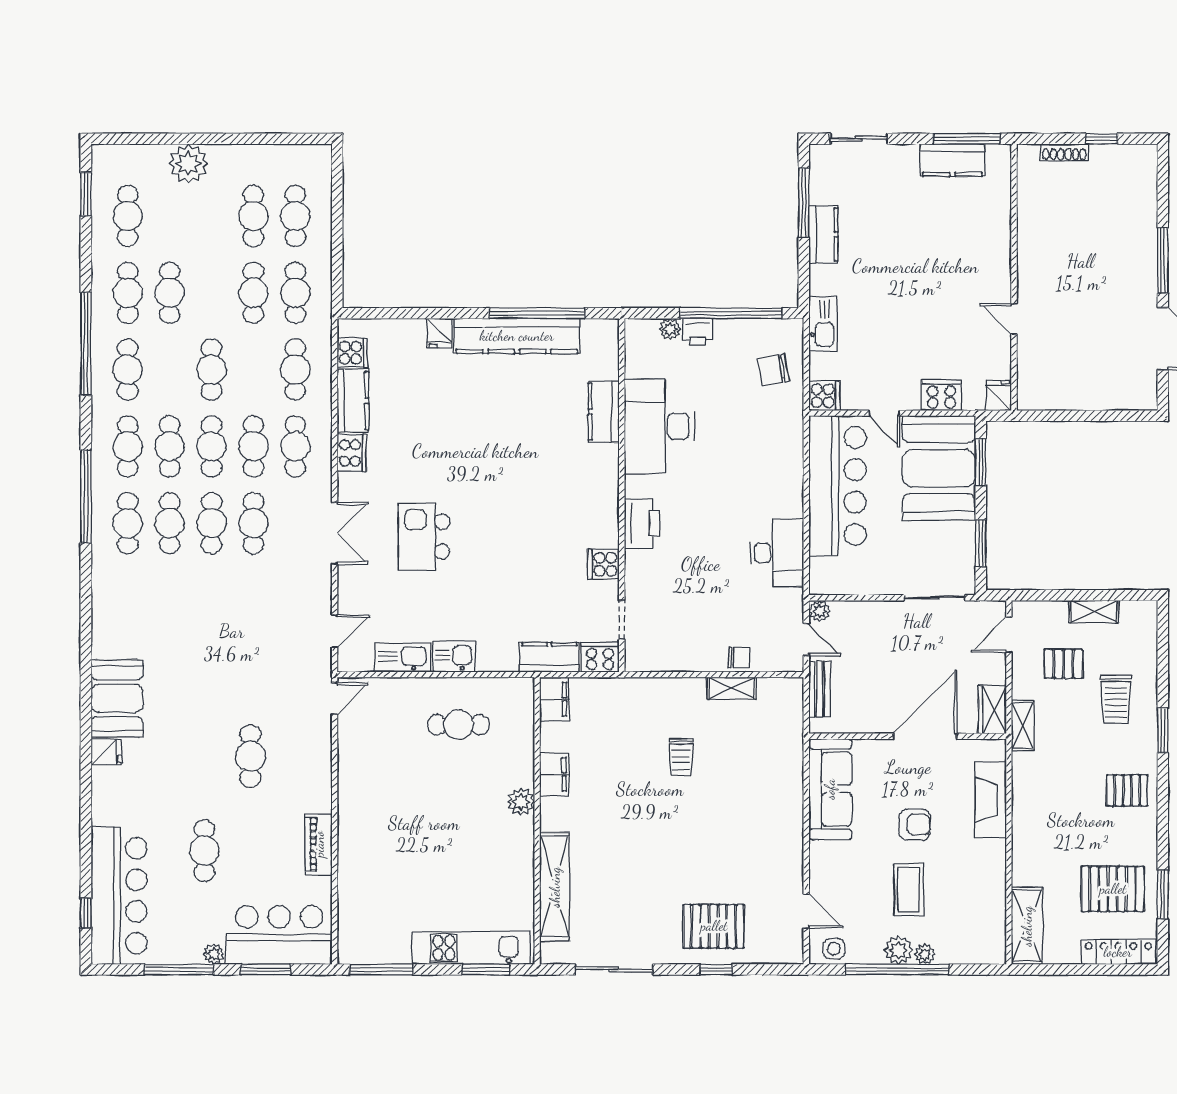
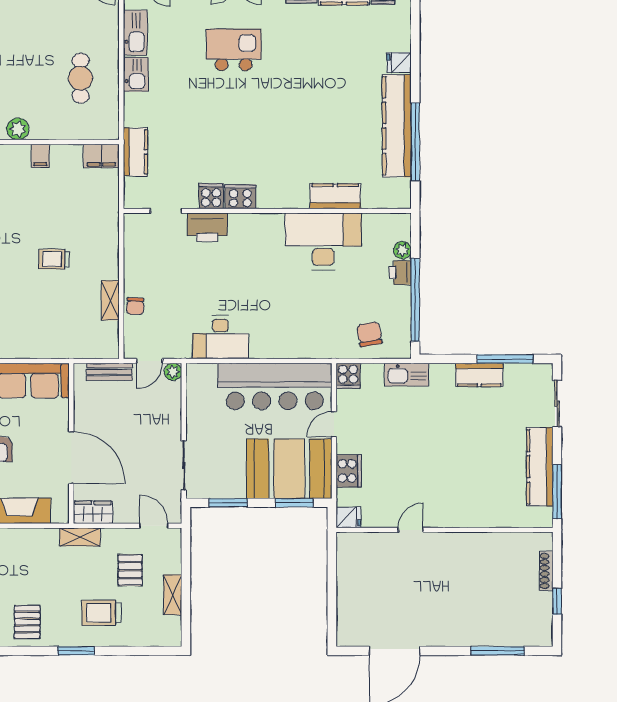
kitchen counter: (952, 160) -> (540, 467), width x1.50
window: (1163, 260) -> (498, 651), moved
printer: (642, 523) -> (207, 227), moved
cooker: (600, 657) -> (240, 197), moved, turned -90
filing cabinet: (554, 774) -> (40, 156), width x0.50

